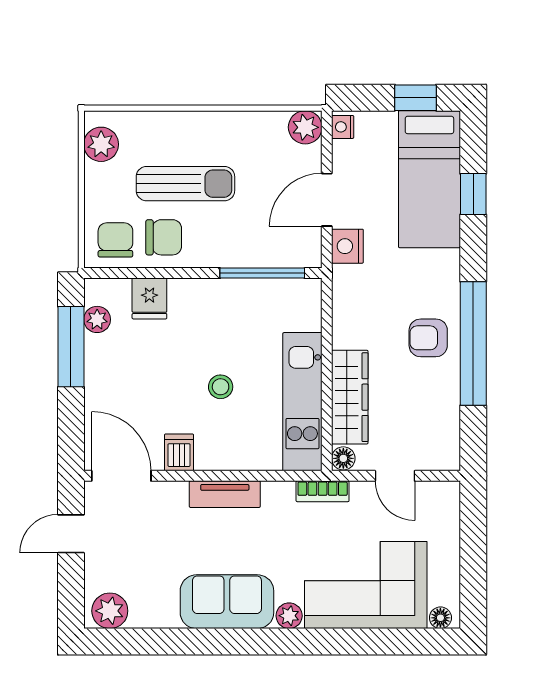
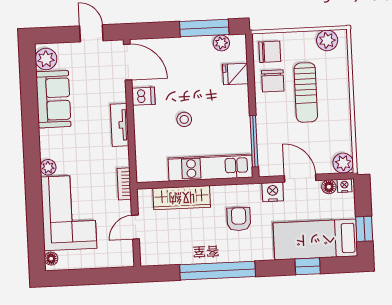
armchair: (428, 338) -> (239, 219), moved
kitchen unit: (302, 402) -> (210, 168), moved
floor lamp: (343, 458) -> (329, 187), moved
door: (121, 476) -> (128, 62), hinge flipped
sofa: (227, 602) -> (53, 99), moved

